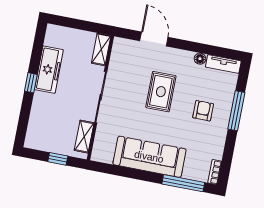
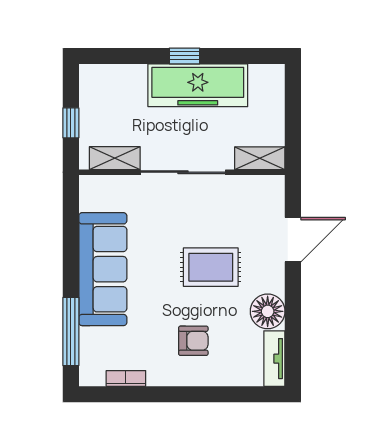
floor lamp: (200, 59) -> (268, 311), width x1.89, depth x1.89
freezer: (49, 70) -> (198, 85), width x1.36, depth x1.26
window: (236, 111) -> (204, 394), removed
bookcase: (215, 172) -> (126, 378), moved

